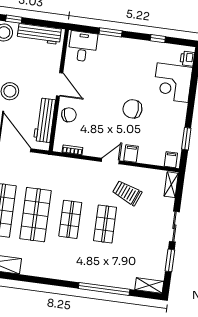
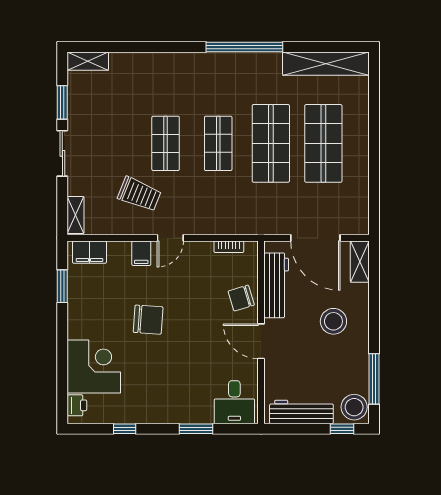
filing cabinet: (171, 160) -> (89, 252), width x2.00
window: (104, 289) -> (244, 47), moved

